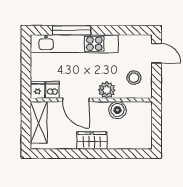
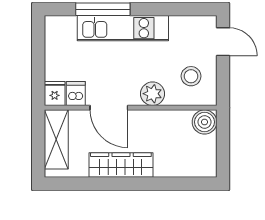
kitchen unit: (74, 44) -> (123, 28), width x0.73
boiler: (117, 110) -> (205, 122), moved
wardrobe: (92, 141) -> (121, 165), width x1.50

